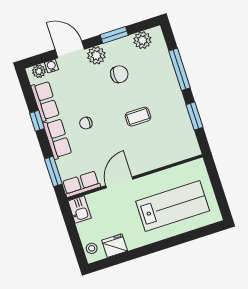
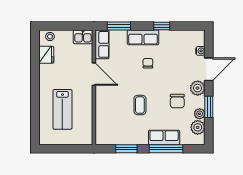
plant: (39, 71) -> (200, 114), moved
row of seats: (45, 101) -> (164, 137), moved, turned 180
lab bench: (173, 206) -> (62, 109), width x0.73, depth x0.72

